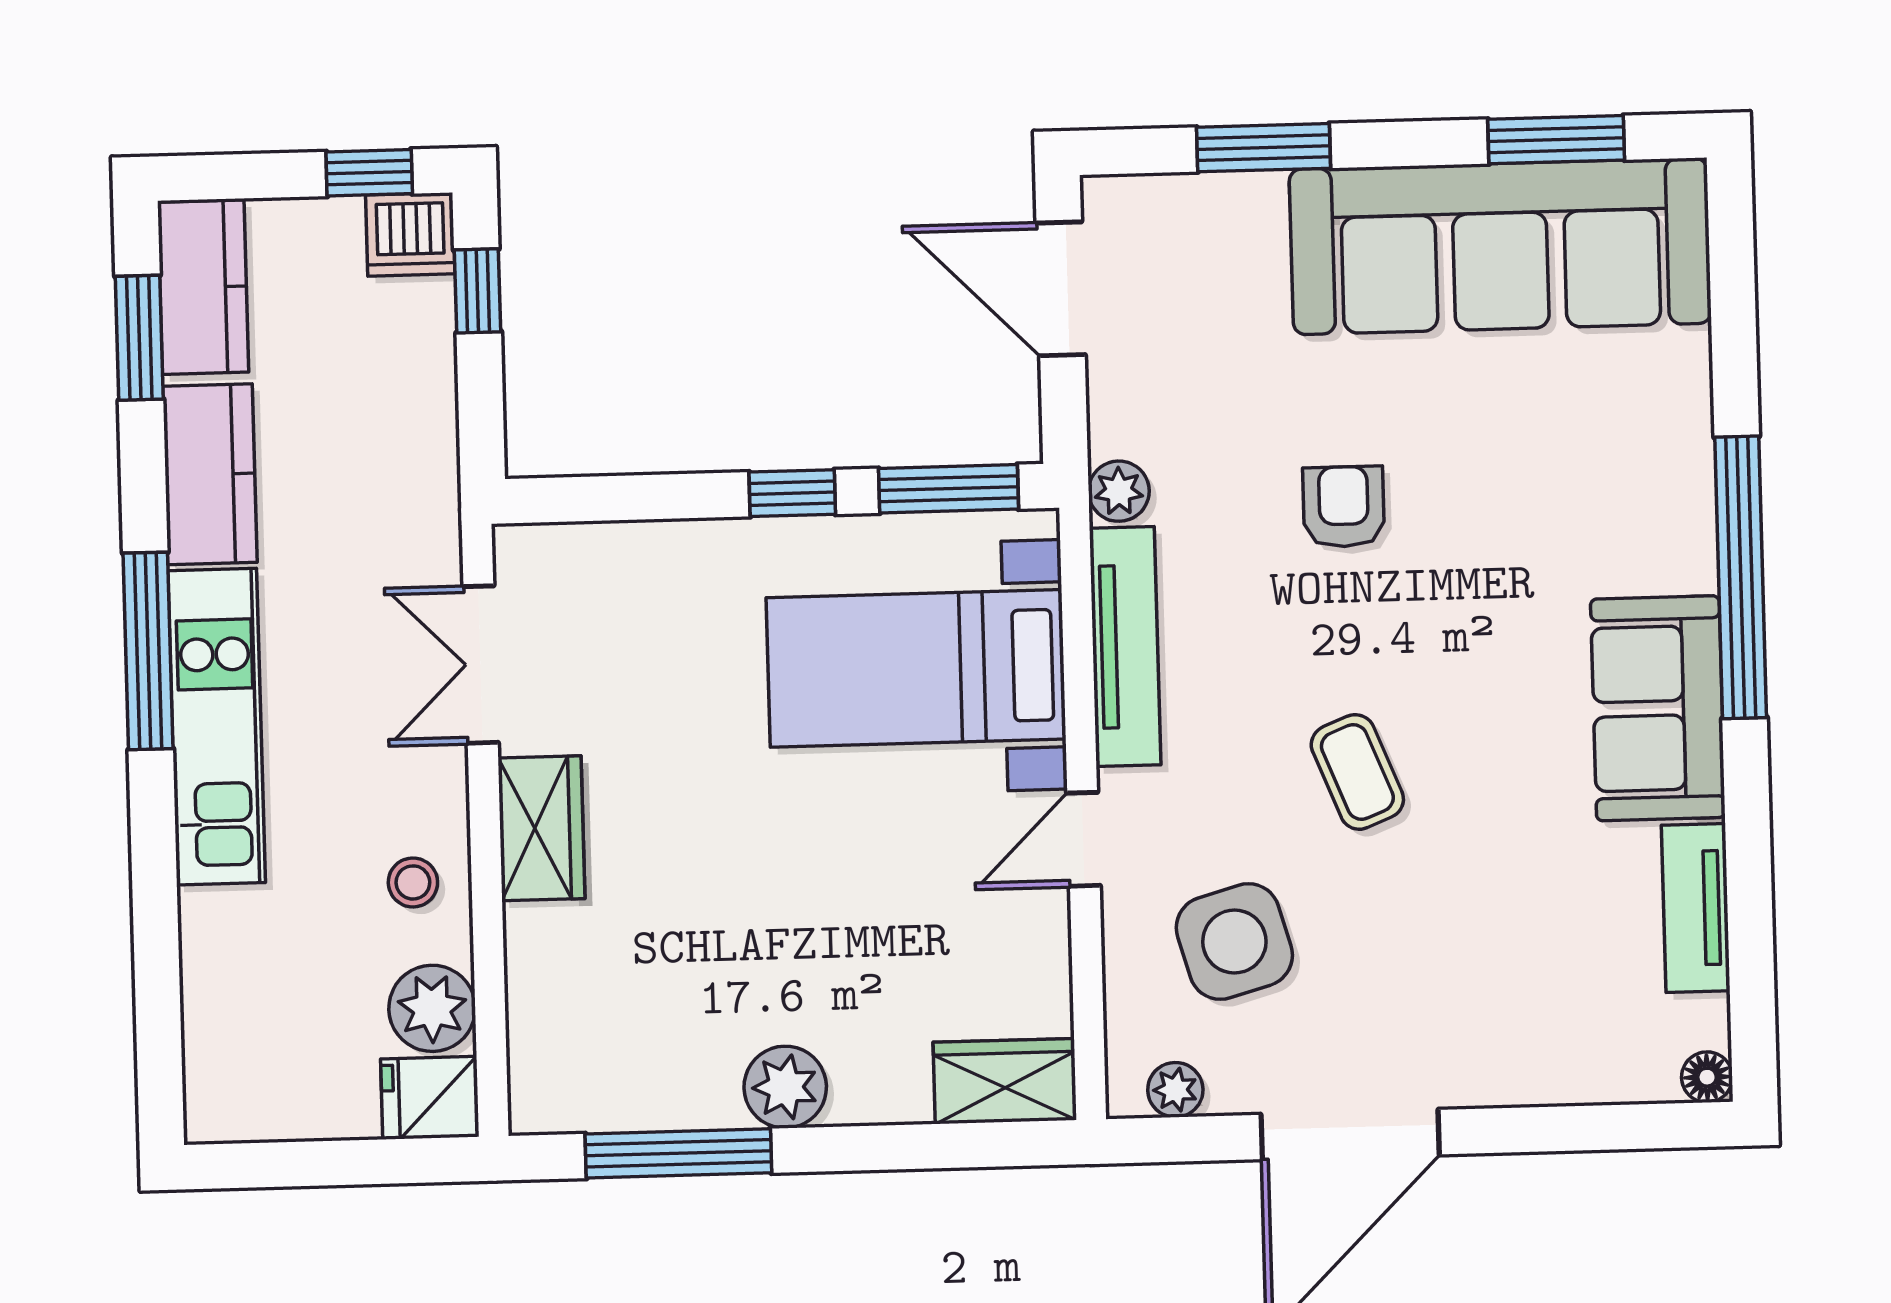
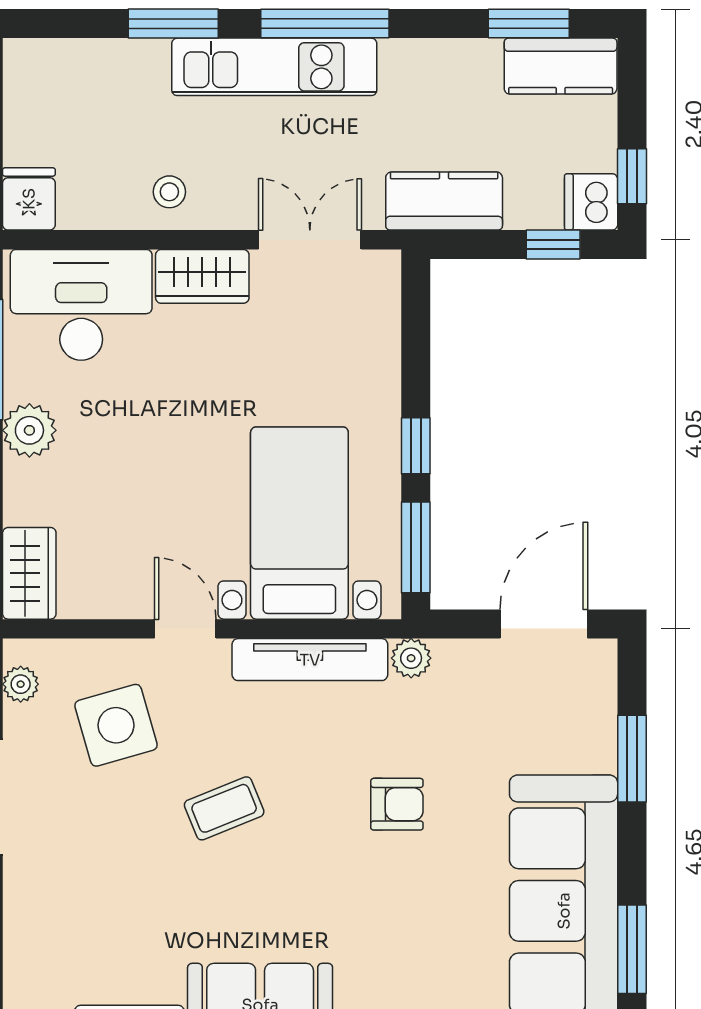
kitchen counter: (210, 474) -> (444, 201), moved, turned 180
window: (154, 884) -> (173, 24), added
plant: (432, 1008) -> (87, 202), removed
desk: (590, 1013) -> (81, 305), added

